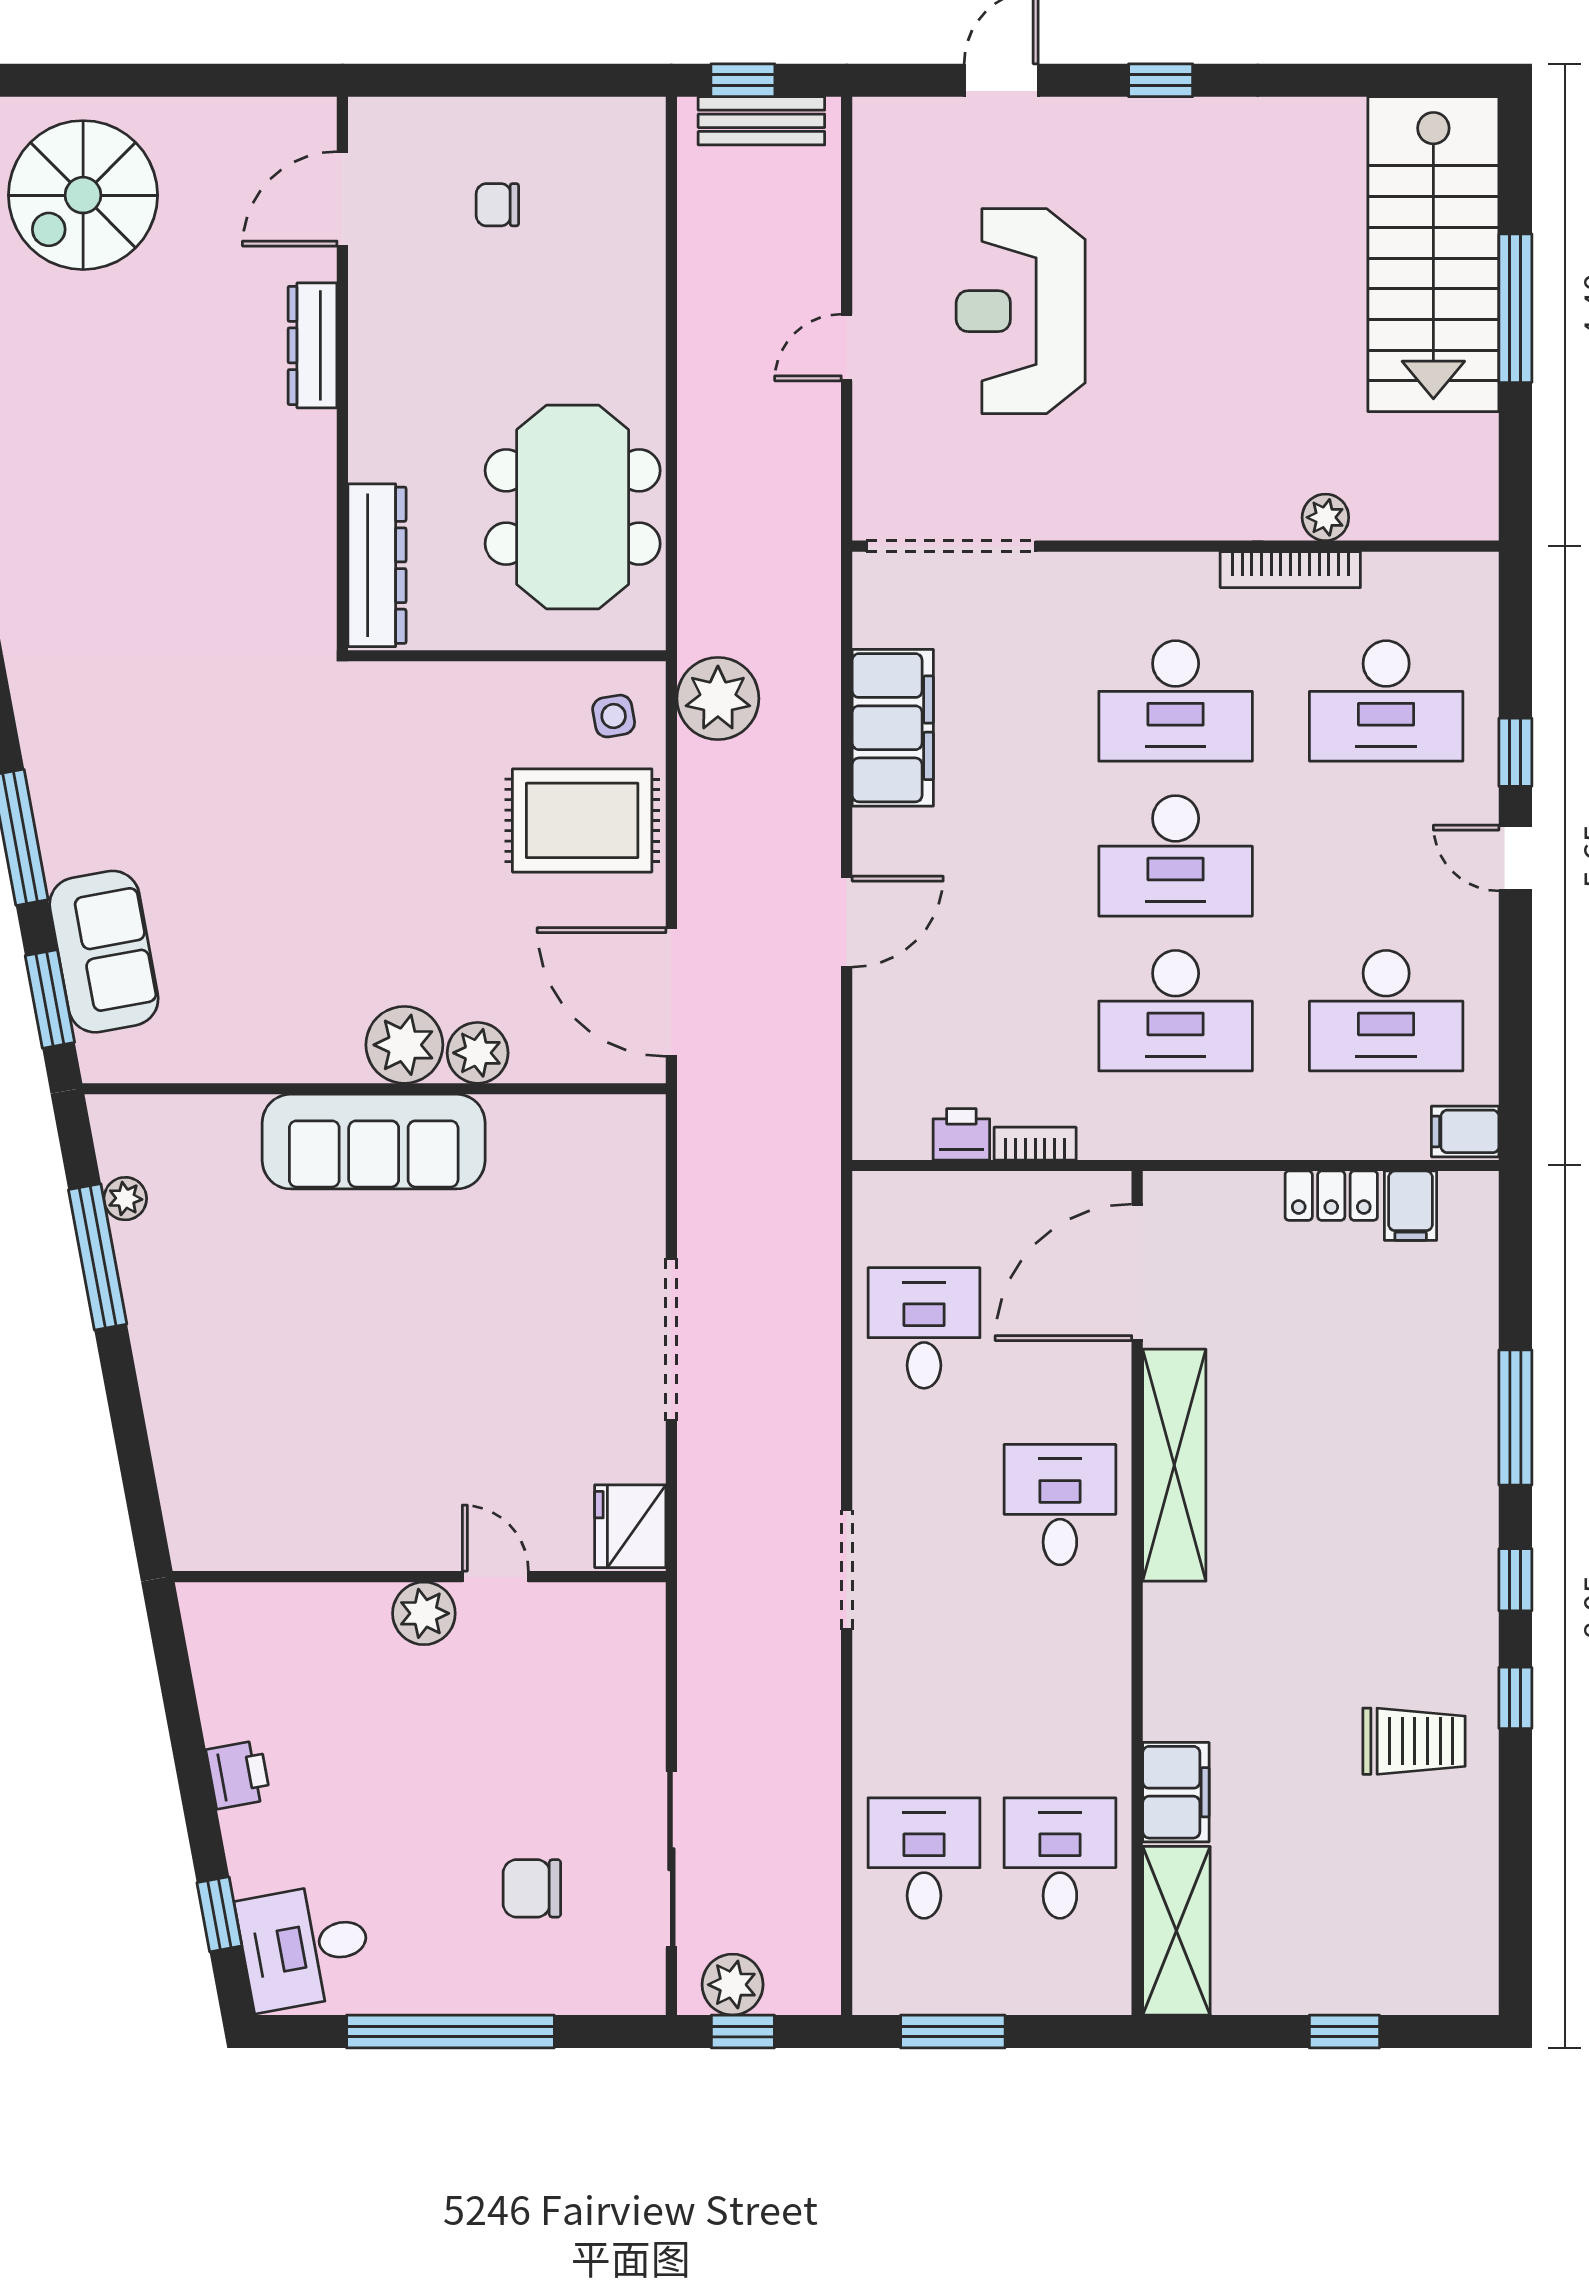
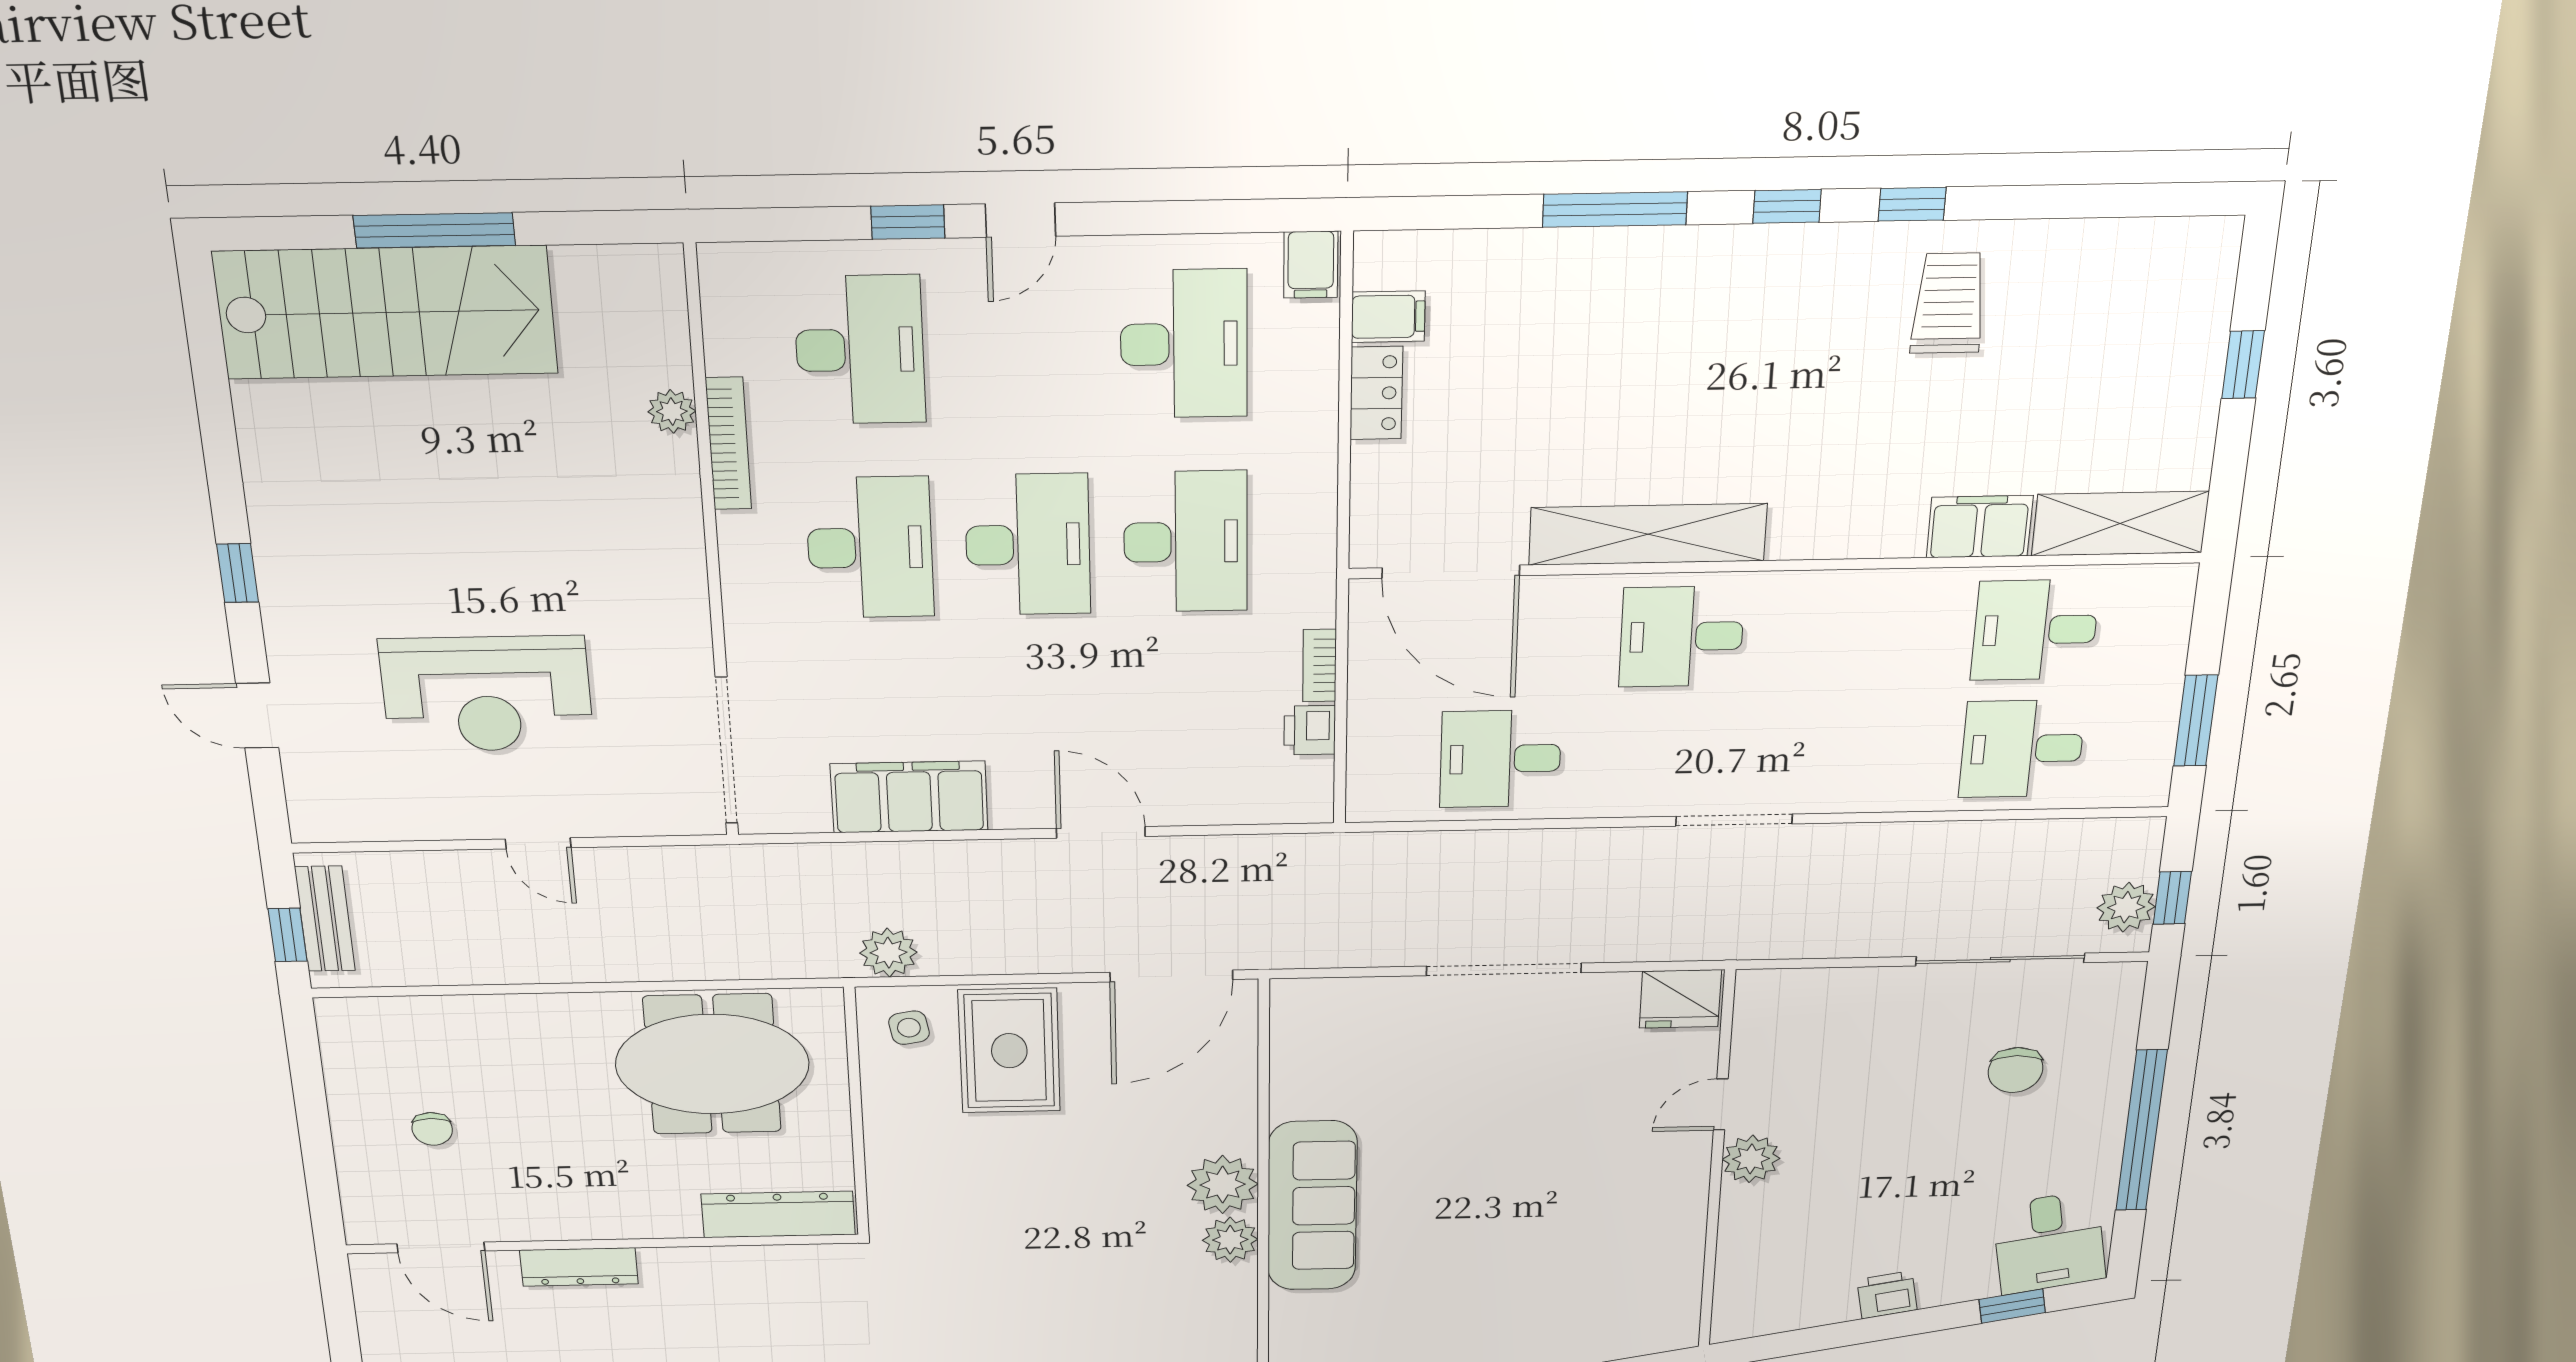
plant: (718, 699) -> (888, 953), width x0.73, depth x0.73
plant: (478, 1053) -> (1230, 1240), moved

